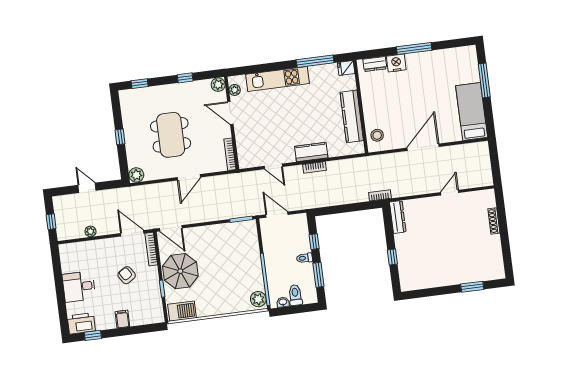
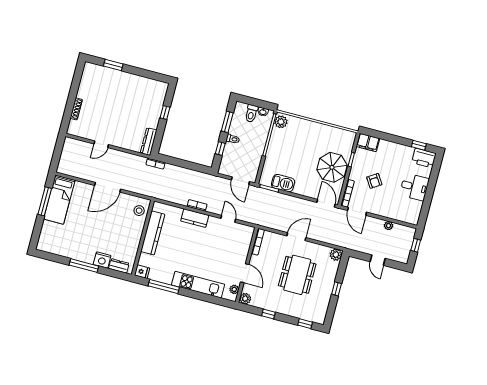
window: (484, 80) -> (45, 201), moved
barbecue: (182, 311) -> (283, 183), moved, turned 180
filing cabinet: (122, 319) -> (368, 142), moved, width x2.00

